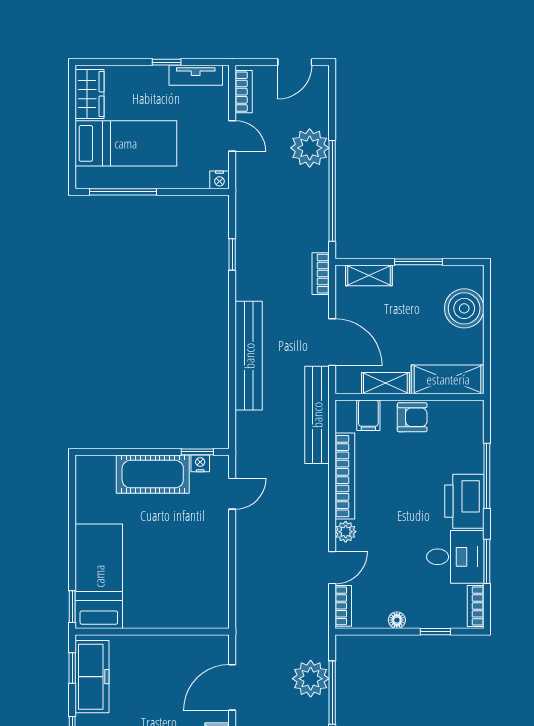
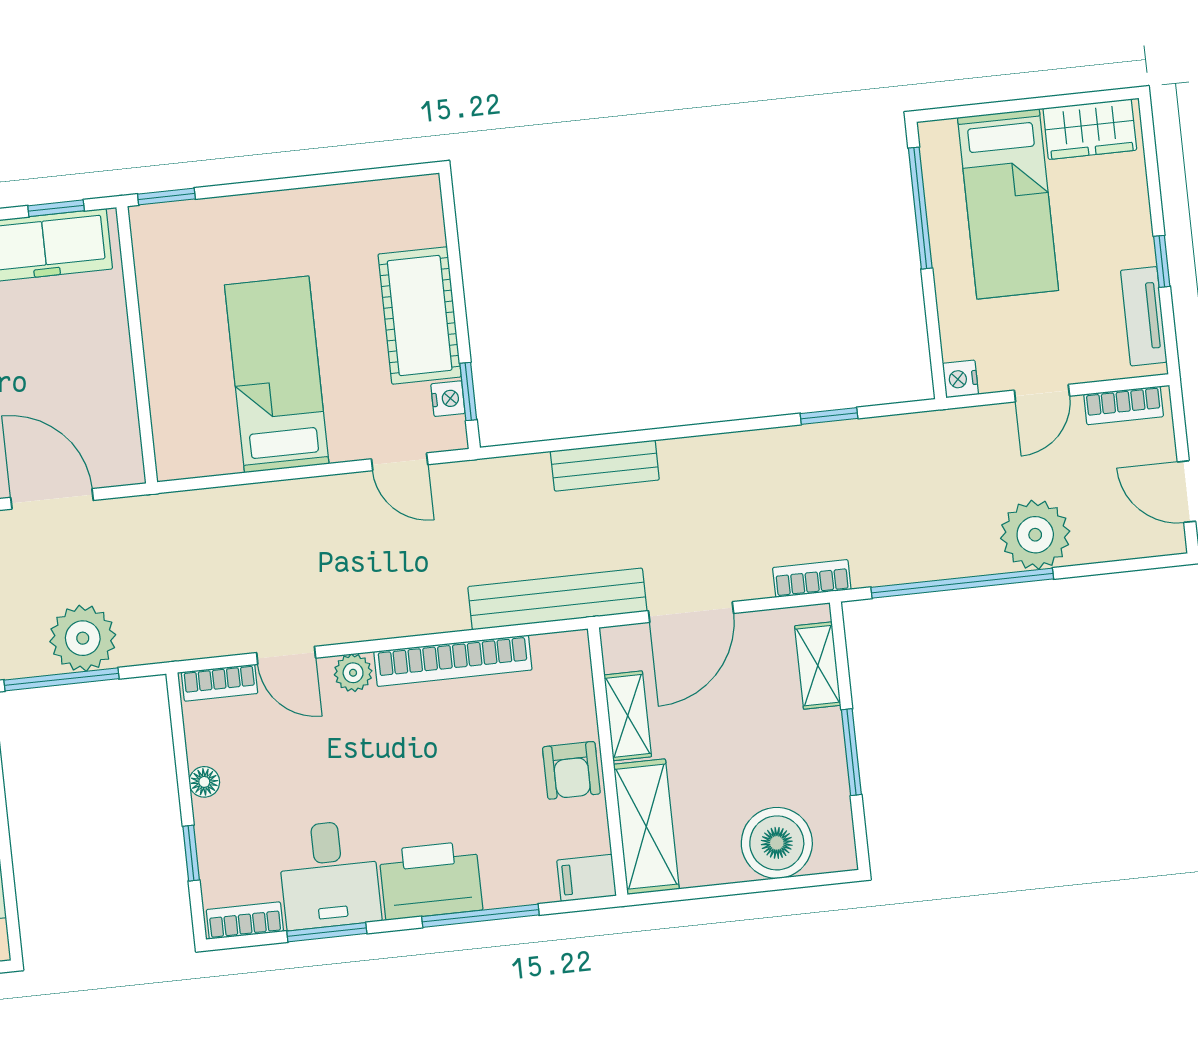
bench: (249, 356) -> (605, 466), width x0.54, depth x0.82
filing cabinet: (368, 415) -> (587, 878), moved
bed: (99, 576) -> (277, 374), moved, turned -90

